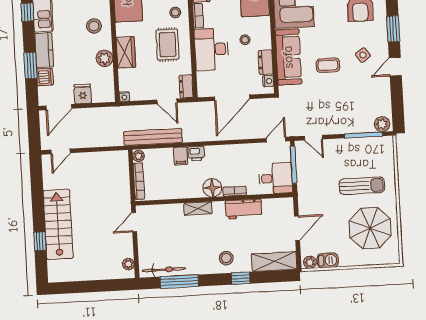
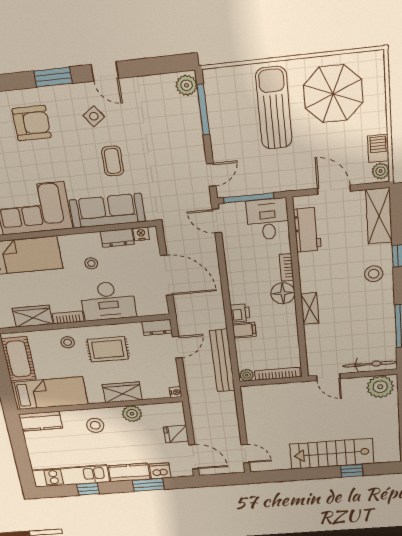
sun lounger: (362, 186) -> (274, 108), width x1.36, depth x1.34
workbench: (244, 209) -> (307, 230), moved
plant: (128, 264) -> (380, 387), width x1.88, depth x1.88
bicycle: (164, 270) -> (370, 364), moved, turned 90

